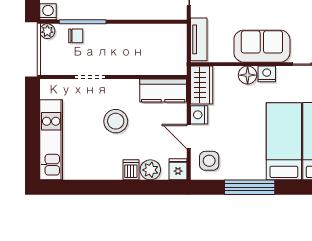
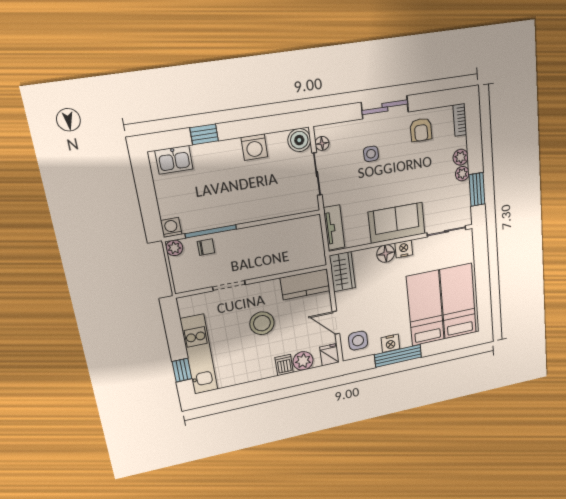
nightstand: (199, 115) -> (390, 343), moved, turned -90
window: (32, 152) -> (182, 370), added

